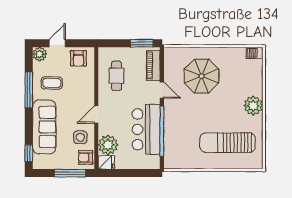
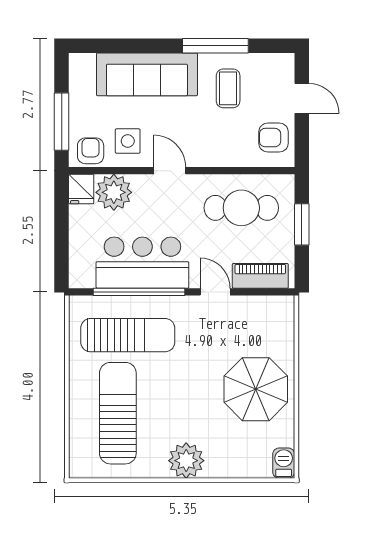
window: (142, 43) -> (302, 224), moved
plant: (40, 54) -> (282, 66), removed
cafe table: (116, 76) -> (241, 208), width x1.37, depth x1.35
parasol: (201, 76) -> (256, 389), moved
door: (162, 90) -> (215, 292), swing flipped
sun lounger: (185, 137) -> (128, 335), added
window: (29, 153) -> (98, 46), removed

